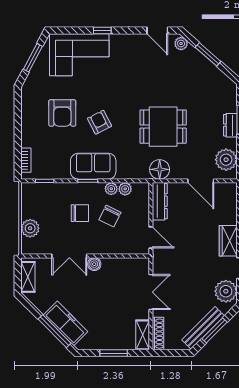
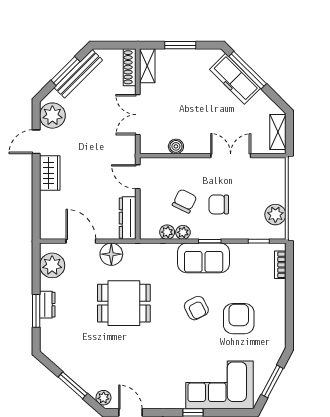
floor lamp: (160, 169) -> (111, 254), moved
plant: (30, 228) -> (275, 215), moved
boiler: (94, 264) -> (176, 146), moved

